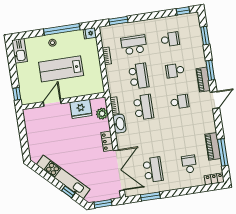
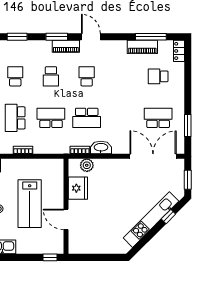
school desk: (143, 107) -> (87, 118), turned 180
locker: (107, 141) -> (119, 164), removed

